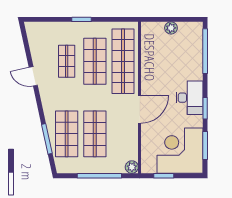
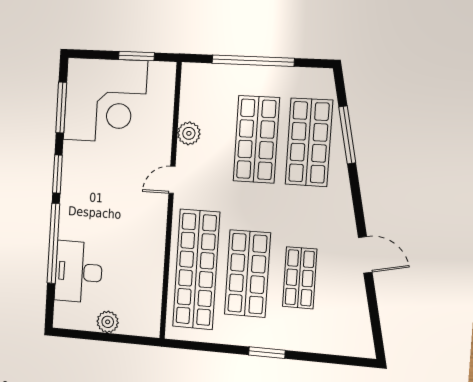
window: (205, 51) -> (53, 243), moved
desk: (189, 98) -> (79, 272), moved
door: (140, 109) -> (172, 180), width x0.53
plant: (132, 167) -> (189, 133), moved

